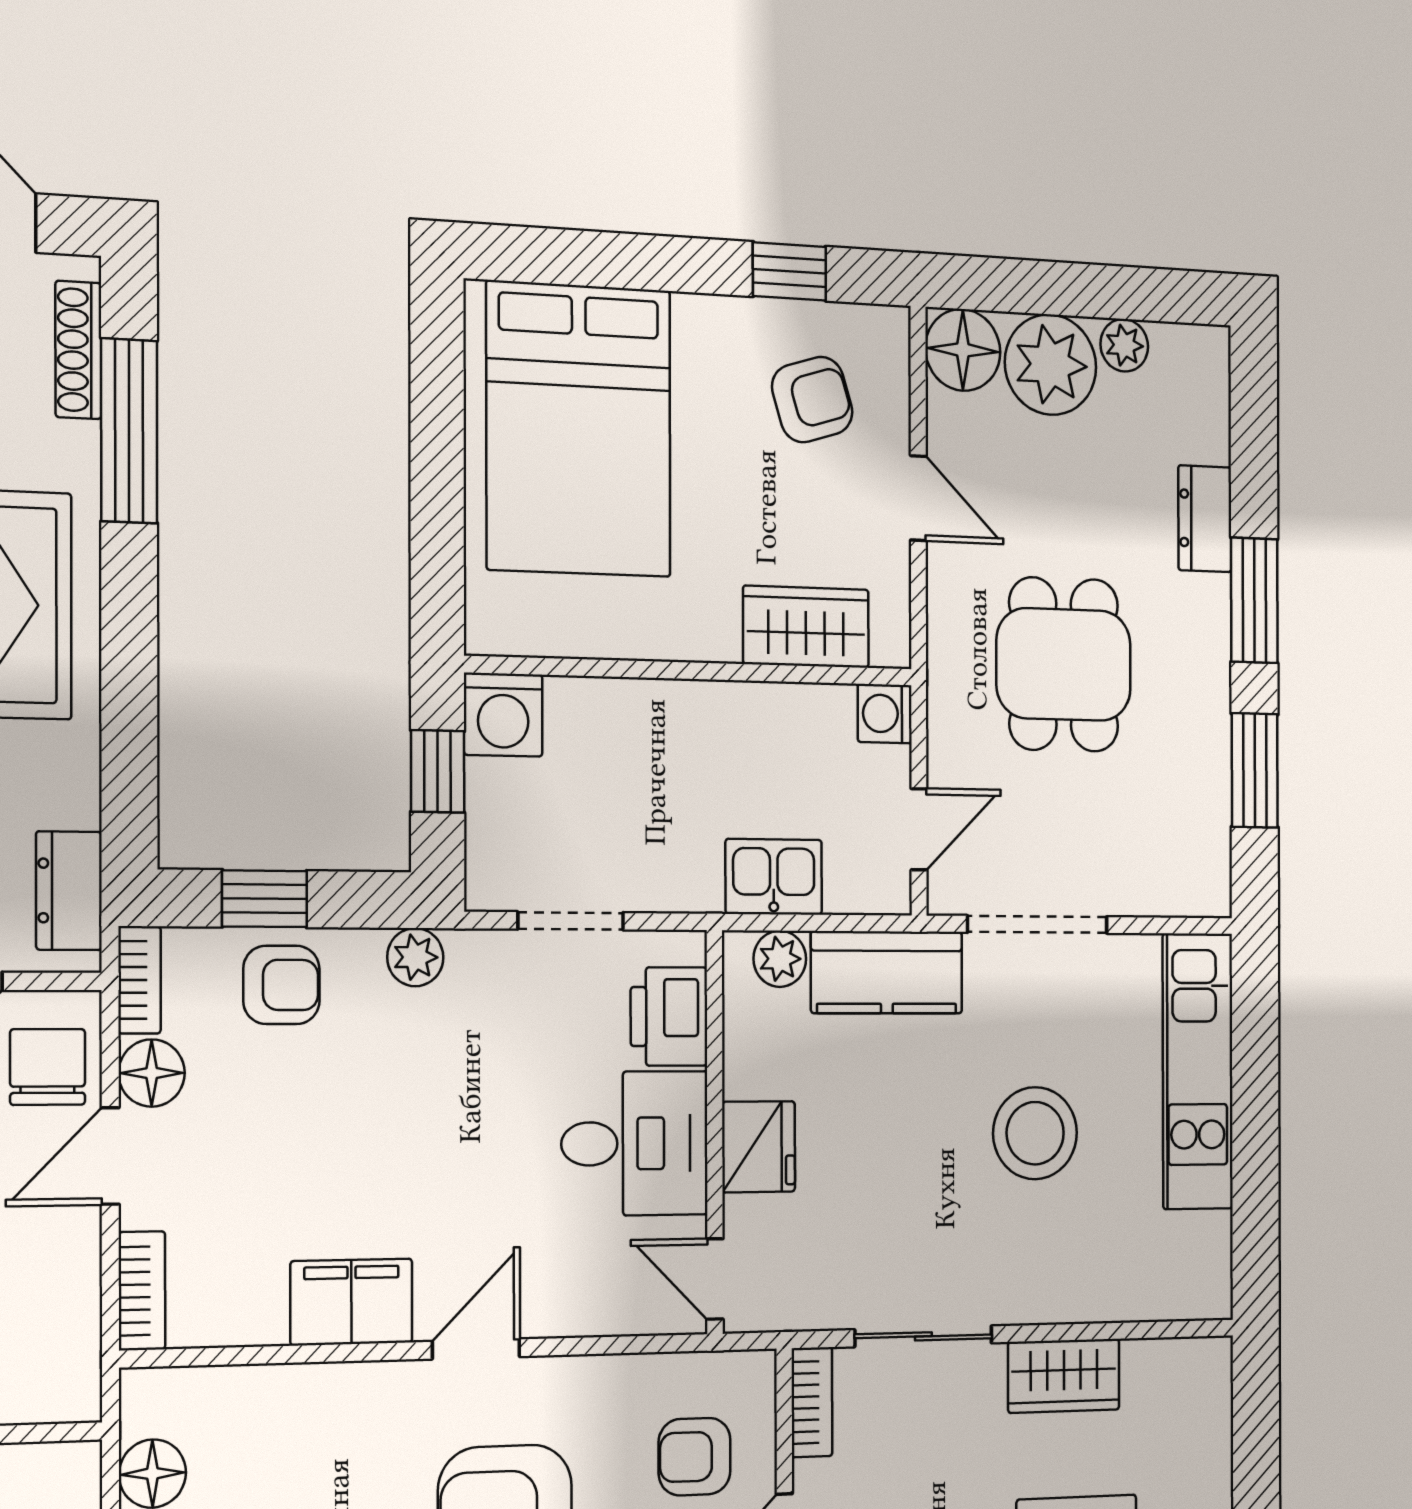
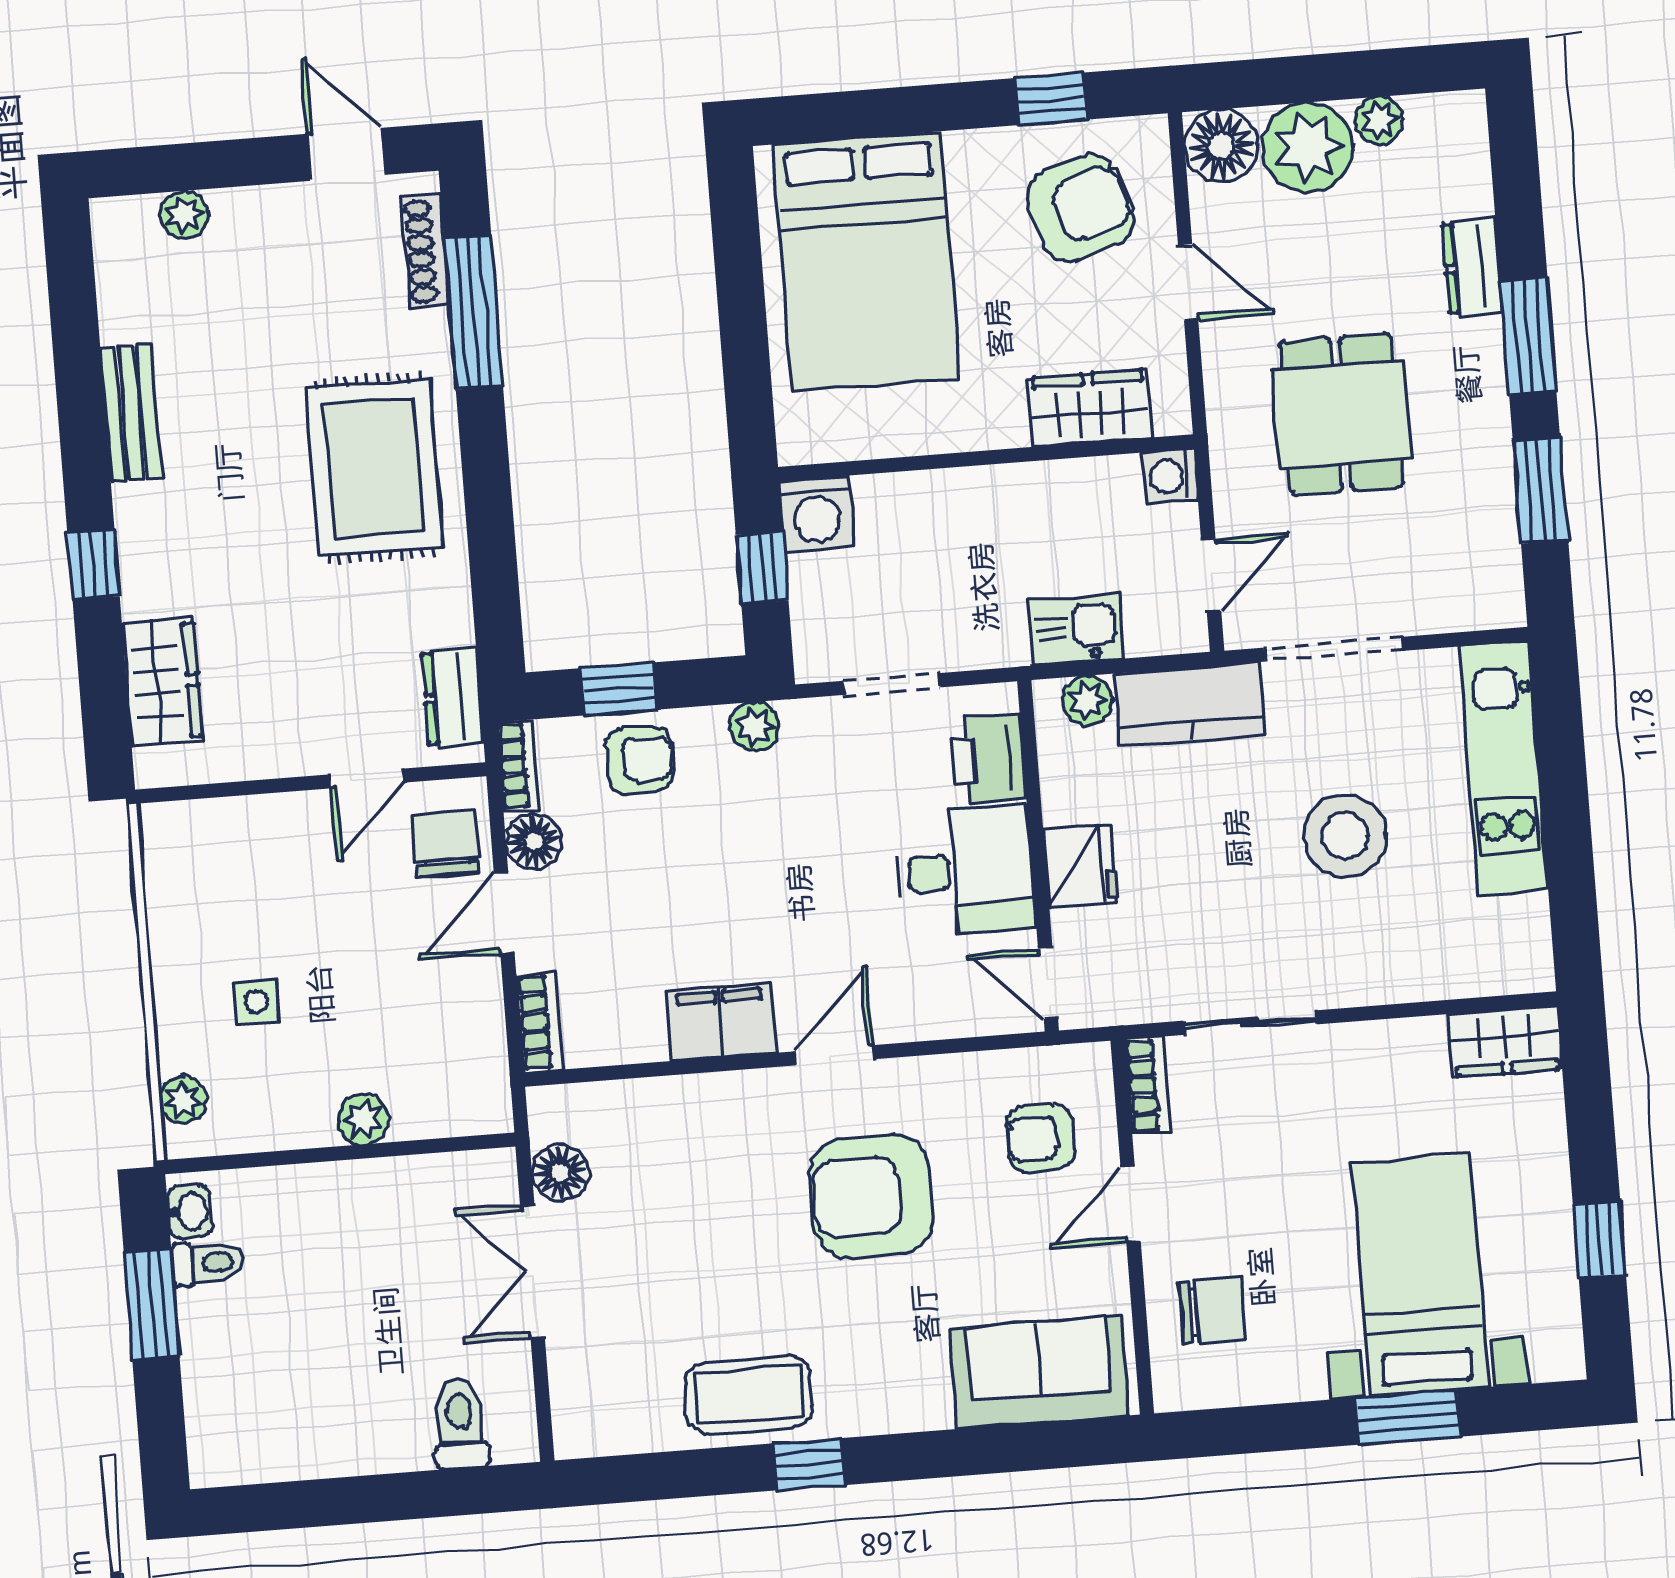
armchair: (812, 400) -> (1080, 208), width x1.38, depth x1.38
wardrobe: (1064, 1376) -> (1505, 1042), moved

